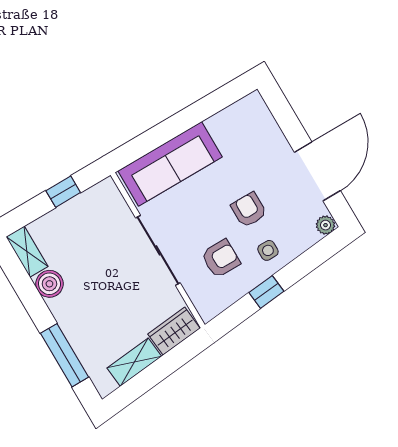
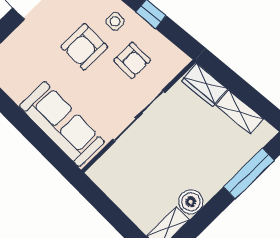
window: (63, 192) -> (109, 210), removed
armchair: (249, 210) -> (84, 47), width x1.38, depth x1.38
armchair: (221, 259) -> (132, 60), turned 180

